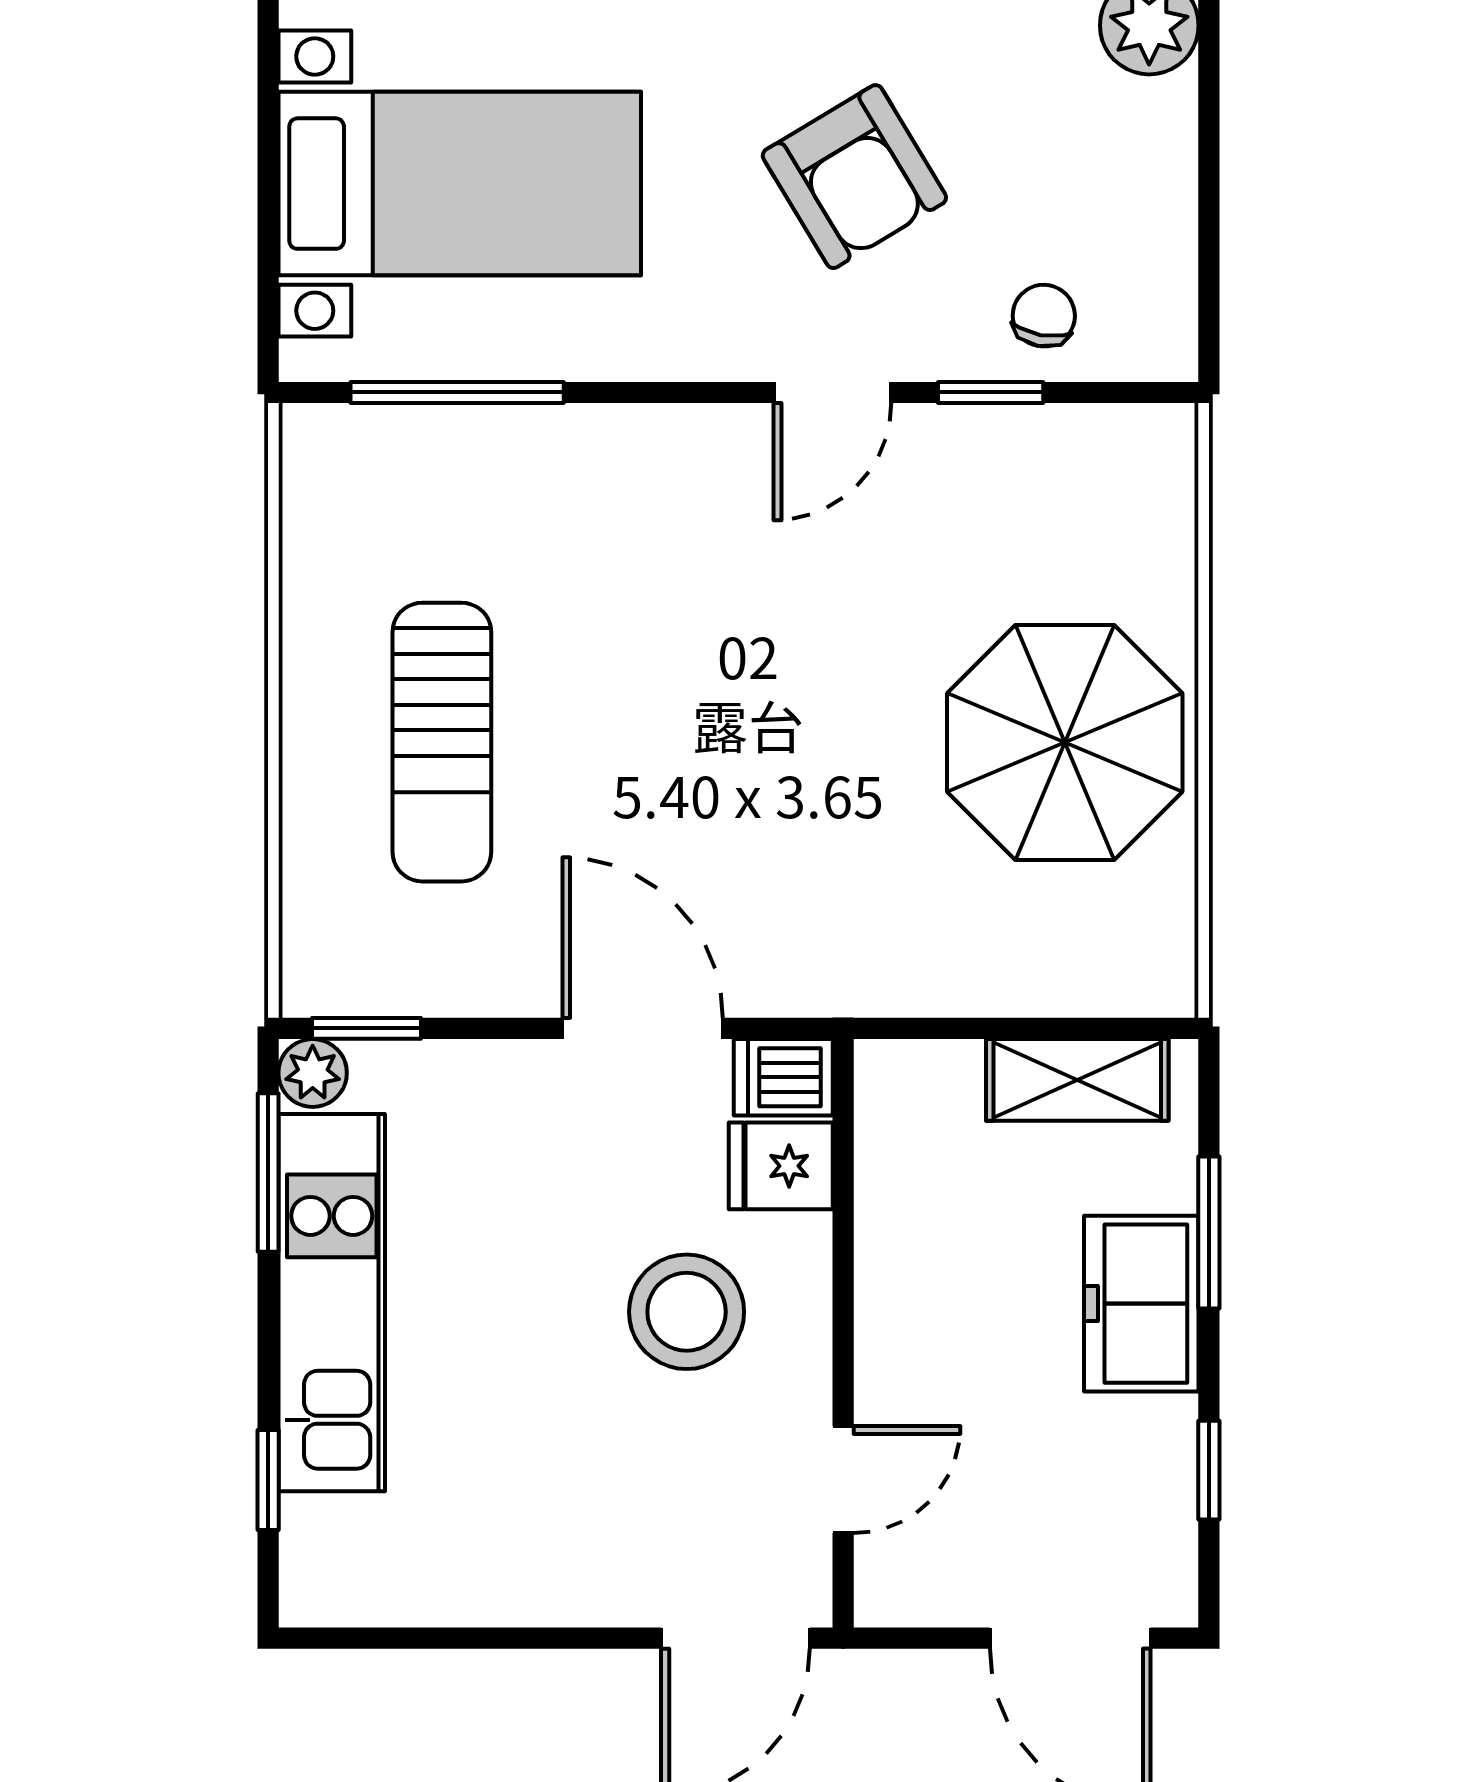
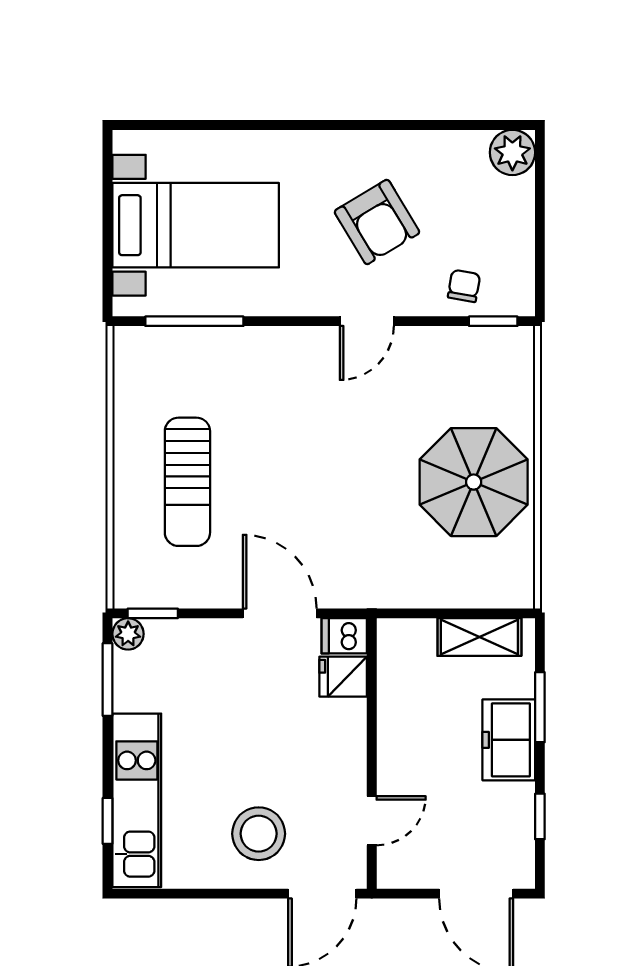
window: (991, 392) -> (493, 321), moved
kitchen unit: (332, 1303) -> (137, 800), moved
stool: (687, 1312) -> (259, 834), moved

